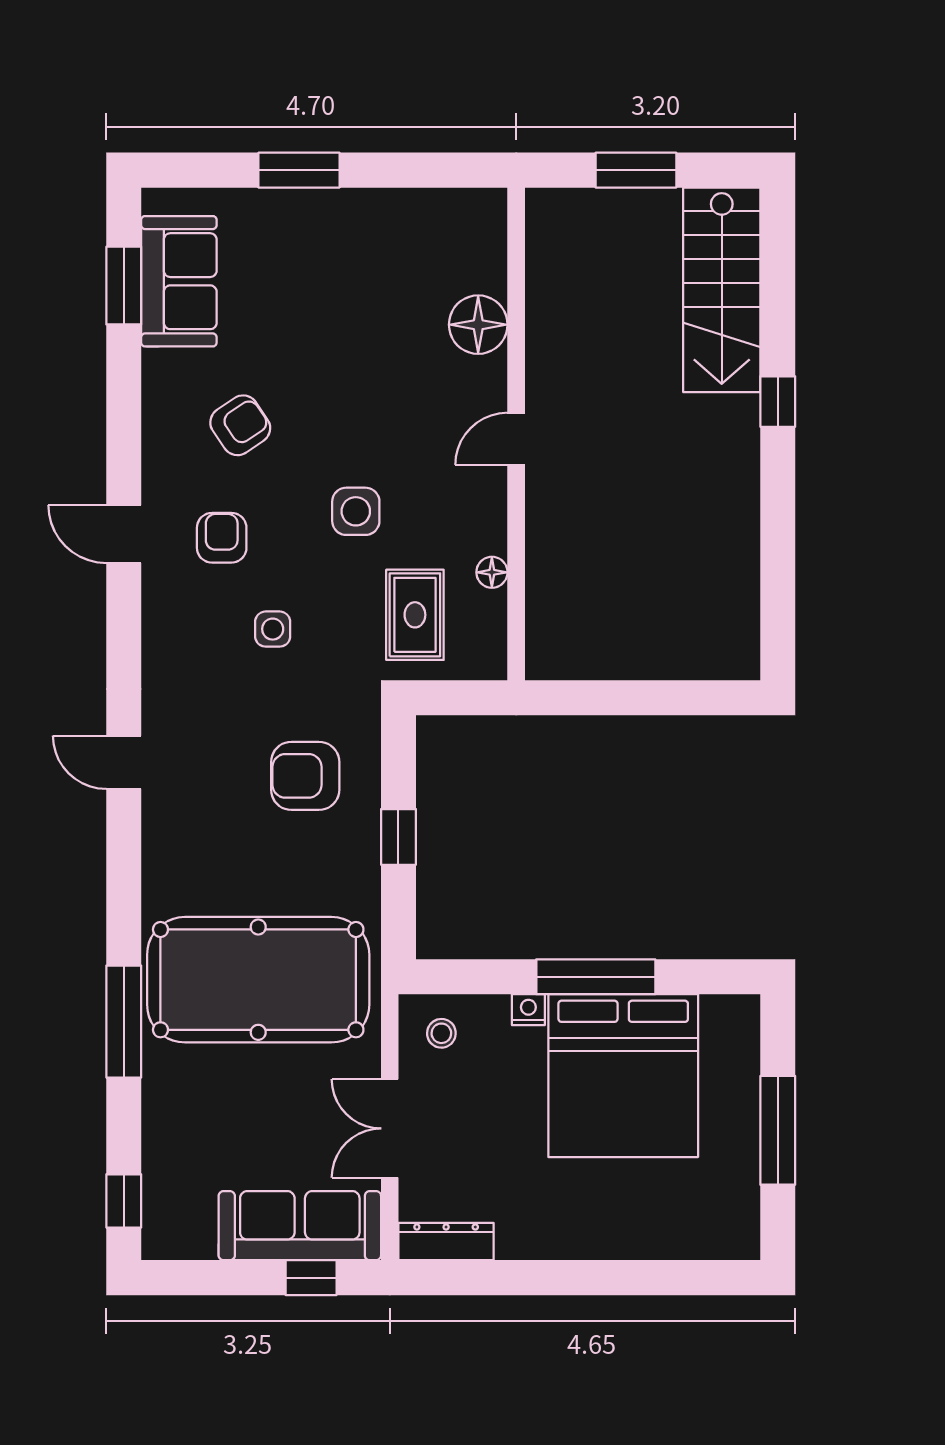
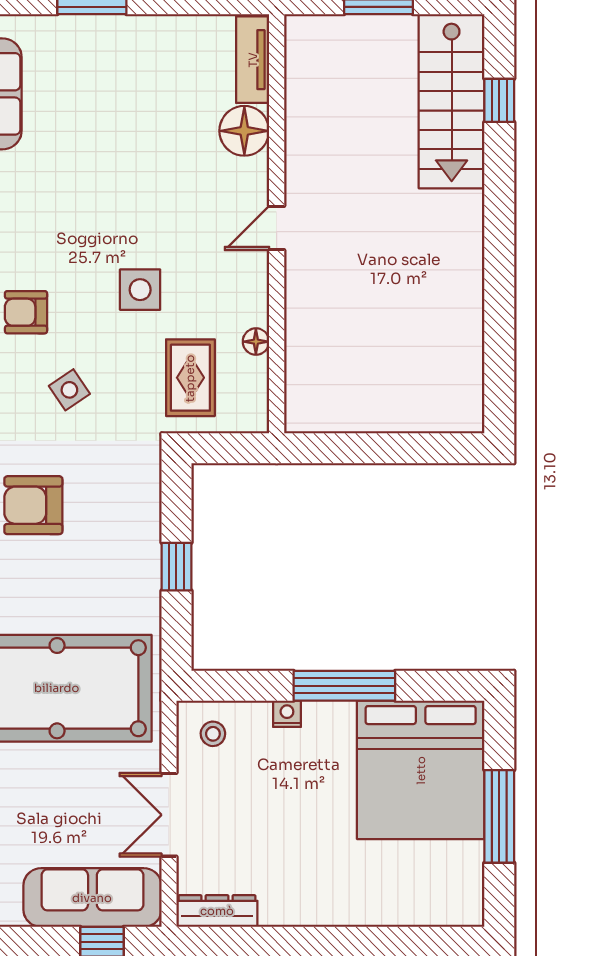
tv unit: (488, 241) -> (253, 60), added
window: (778, 402) -> (499, 100), moved
armchair: (240, 425) -> (42, 216), removed
armchair: (222, 538) -> (26, 312), turned -90
side table: (273, 629) -> (69, 390), turned -34
armchair: (305, 776) -> (33, 505), moved
bed: (623, 1076) -> (421, 770), moved

